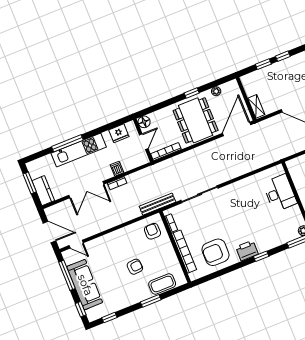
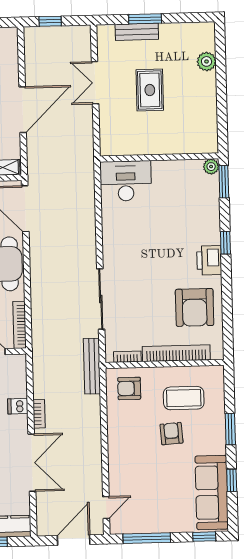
desk: (280, 193) -> (126, 181), moved
coffee table: (162, 284) -> (184, 398), moved, turned 90
sofa: (85, 285) -> (212, 493), moved, turned -90
window: (109, 318) -> (232, 480), moved

